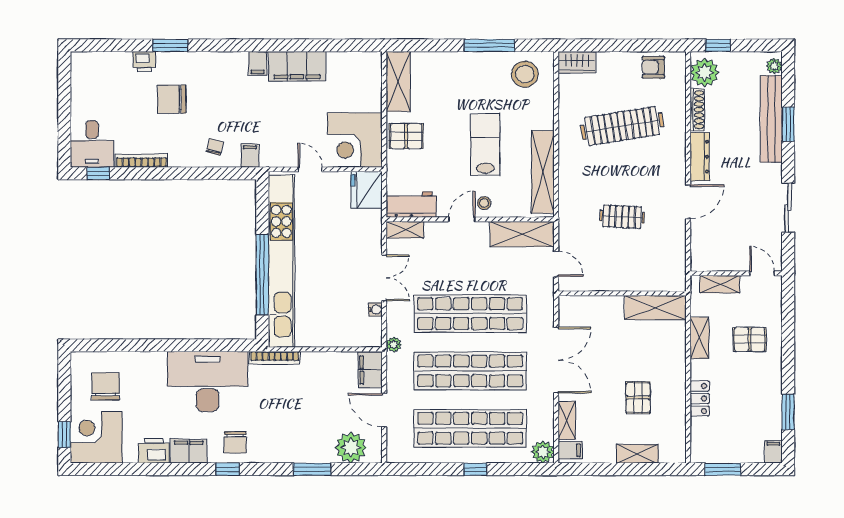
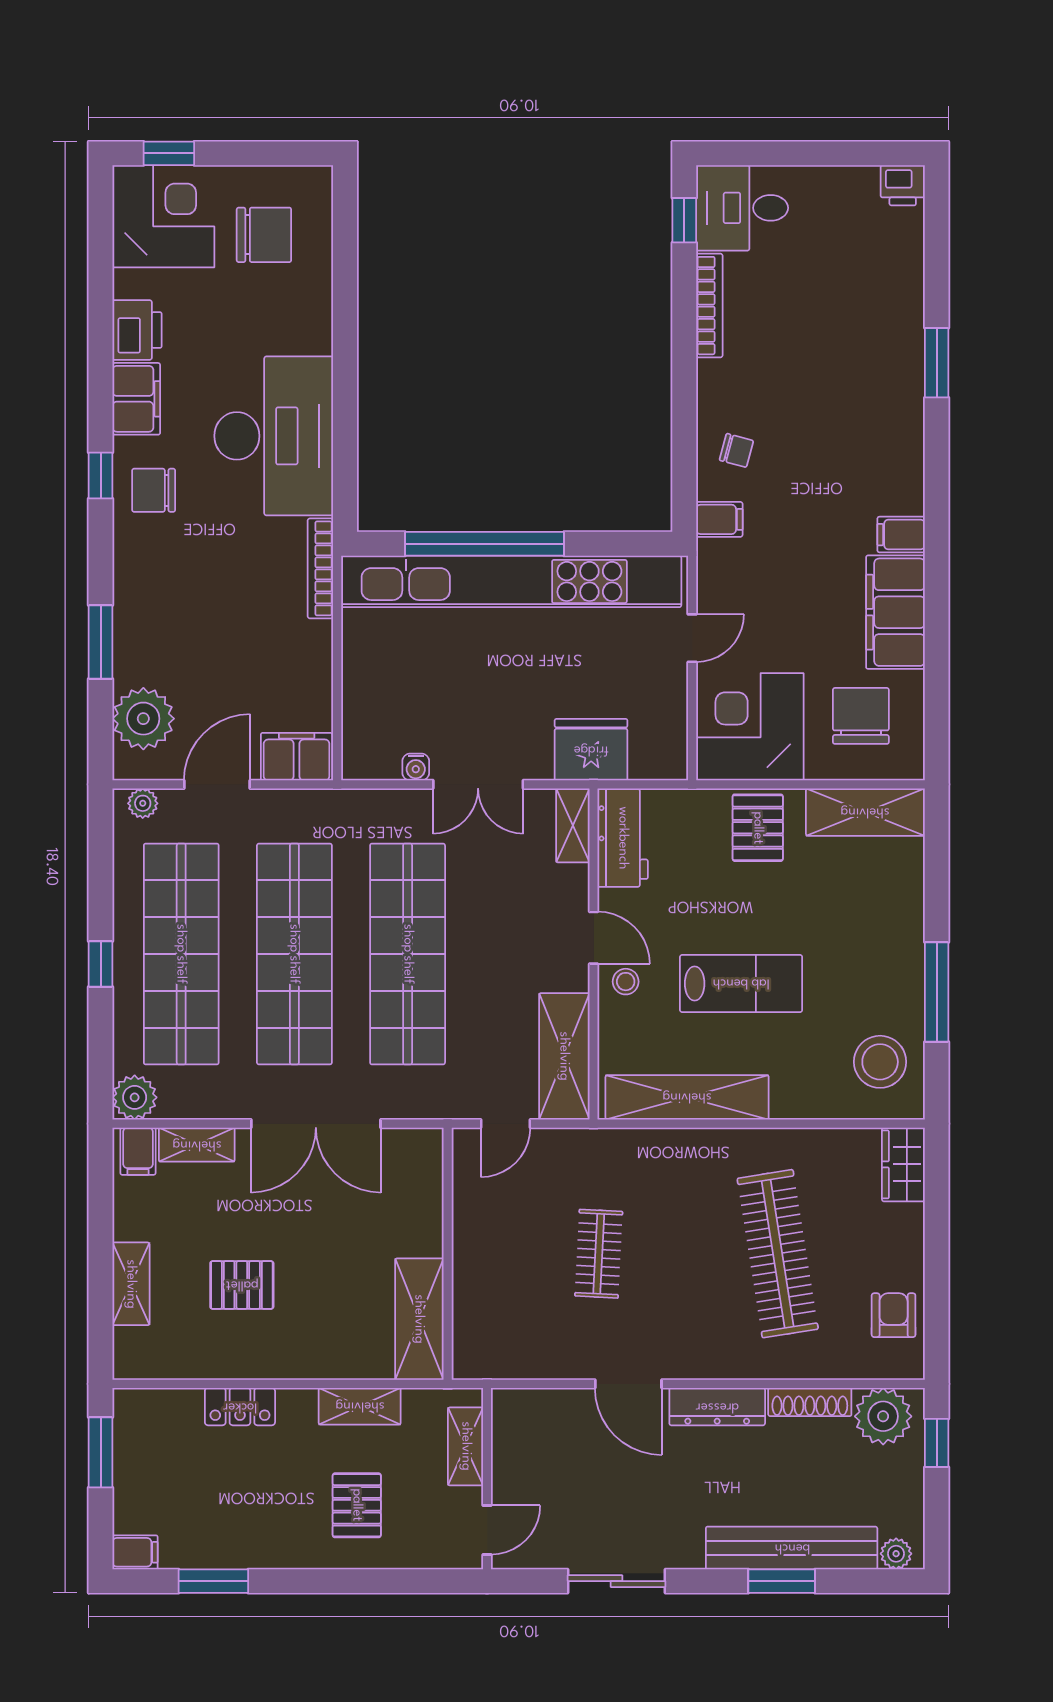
printer: (144, 62) -> (903, 185), moved, turned -90
chair: (172, 99) -> (861, 716), moved
fridge: (367, 190) -> (591, 750), moved
plant: (394, 345) -> (143, 803), moved

